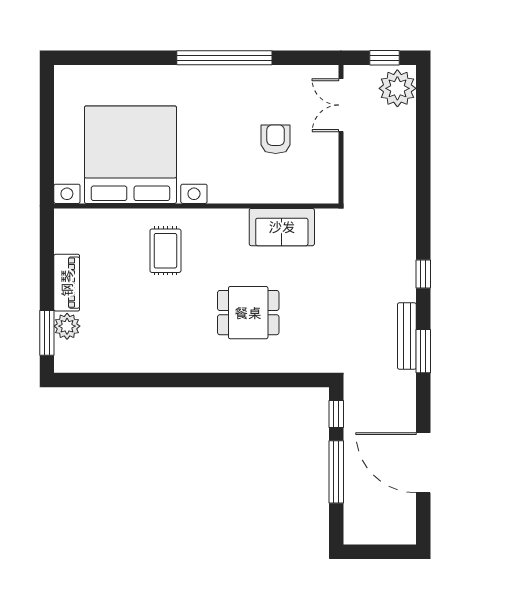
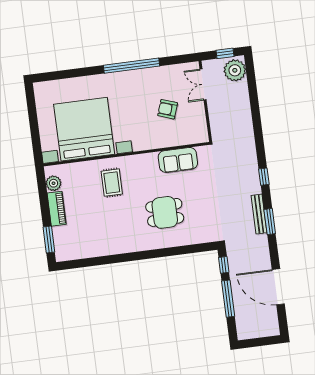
armchair: (276, 139) -> (168, 109), turned -71
plant: (67, 326) -> (54, 183), moved

